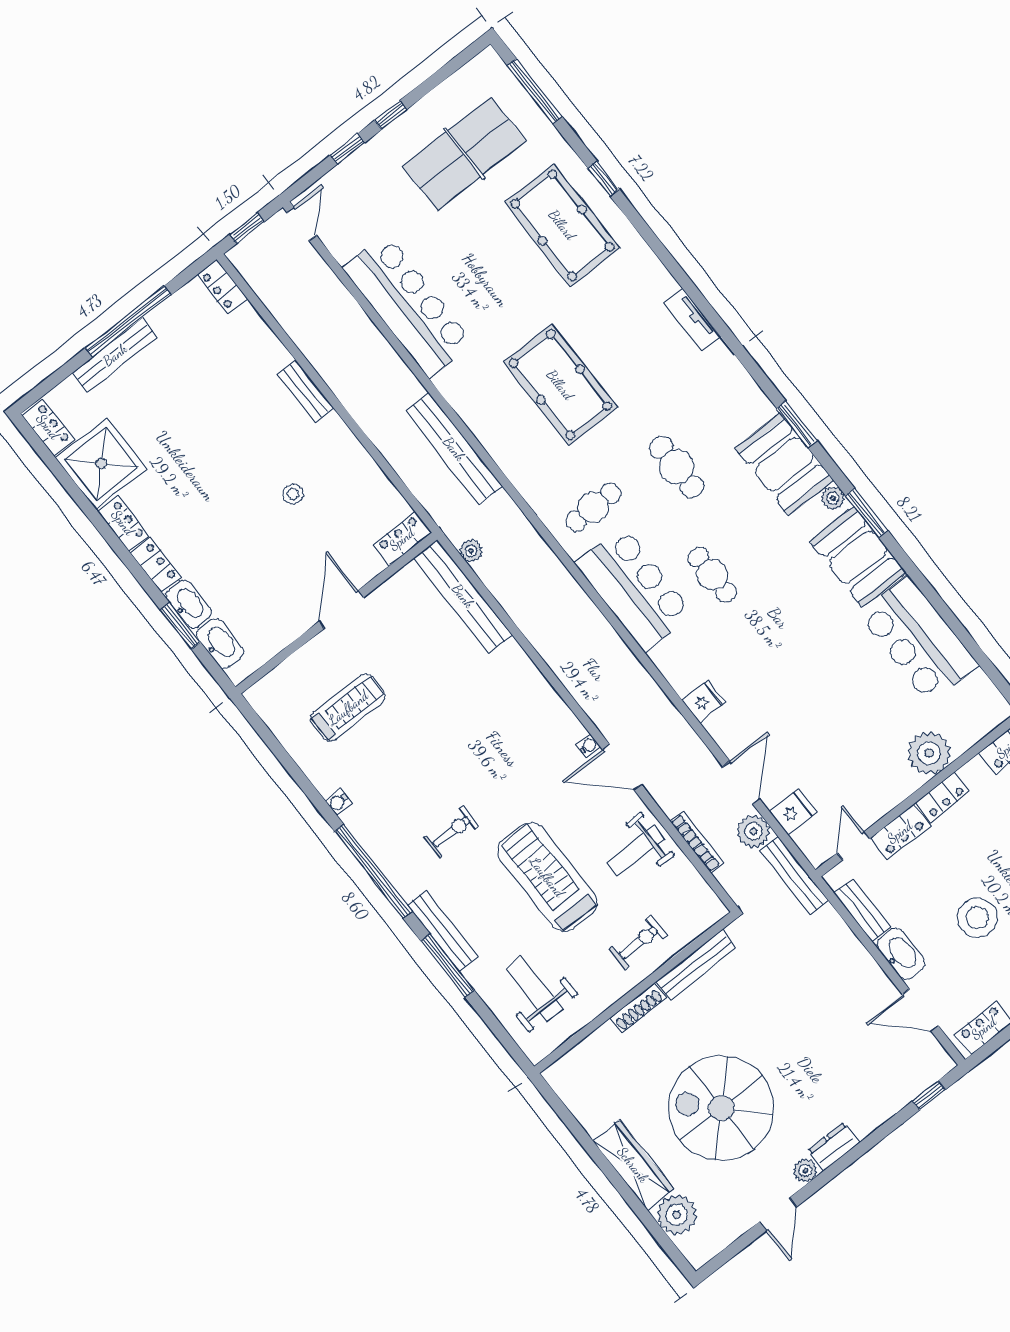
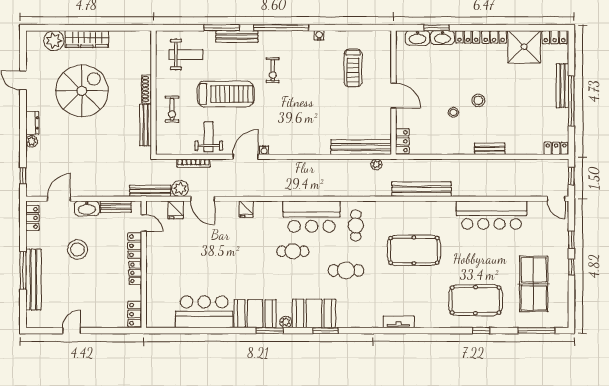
stool: (243, 469) -> (478, 100), added
plant: (929, 753) -> (157, 281), removed
plant: (805, 1171) -> (32, 141), moved

